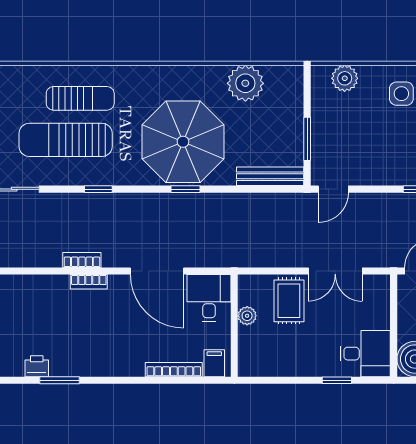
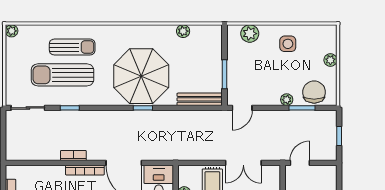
plant: (245, 83) -> (183, 31), width x0.53, depth x0.53
plant: (400, 177) -> (287, 100), added
window: (98, 189) -> (70, 108), moved
bookcase: (89, 282) -> (85, 170), width x1.56

